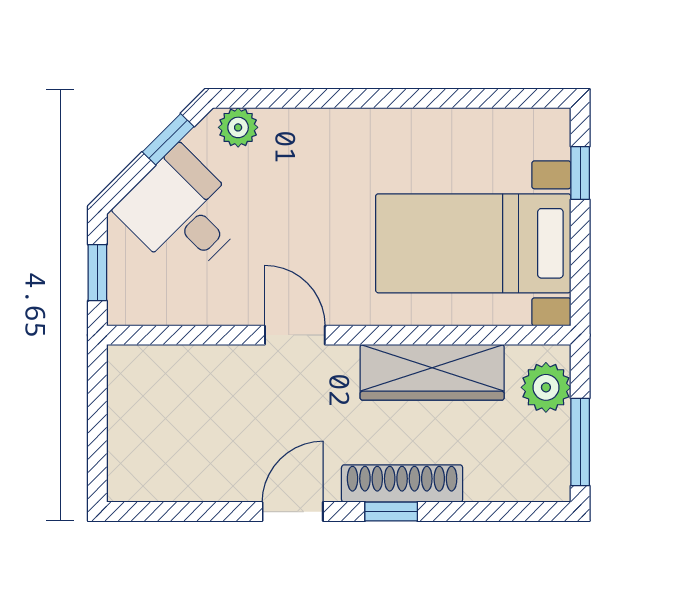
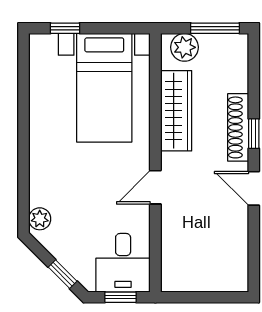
window: (168, 139) -> (63, 274), moved
desk: (182, 213) -> (123, 263), moved, turned -45

